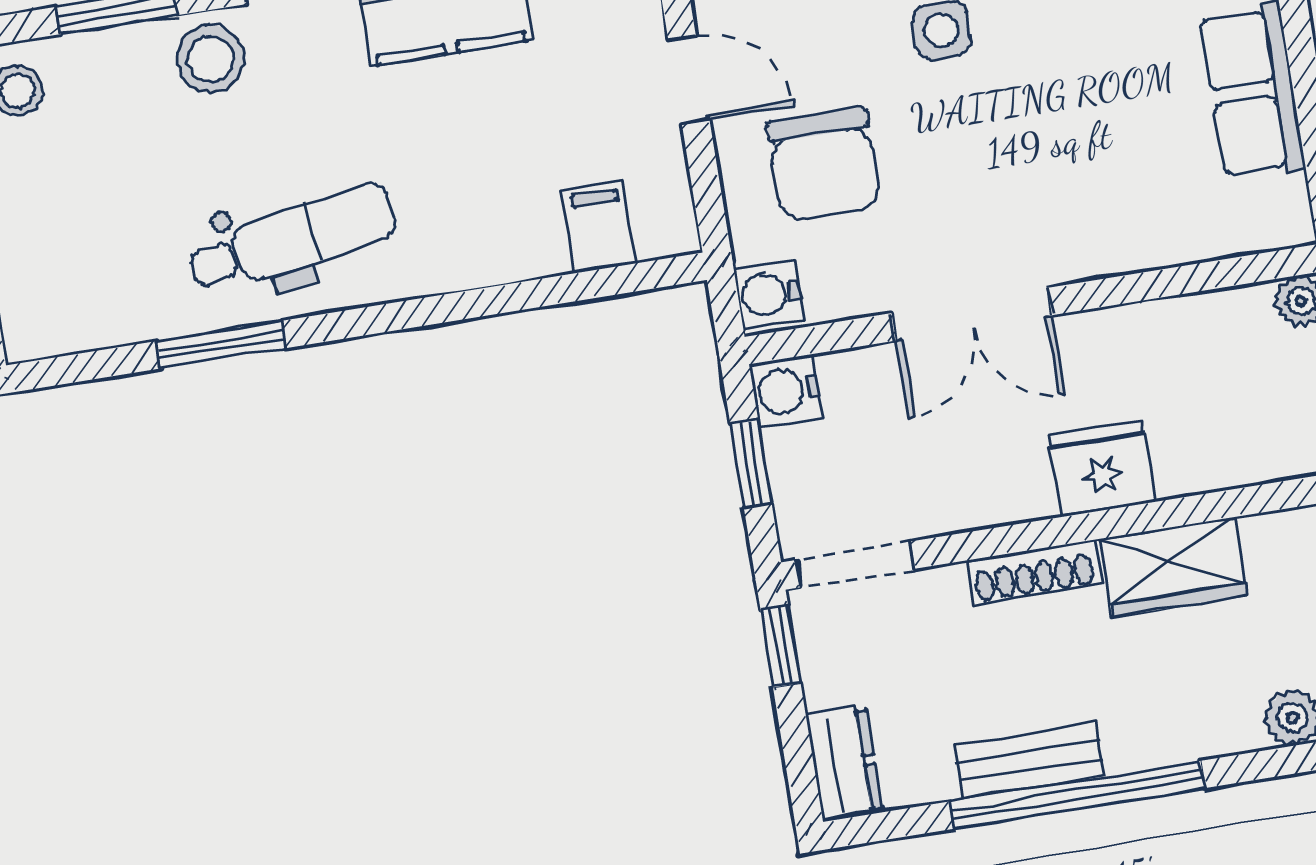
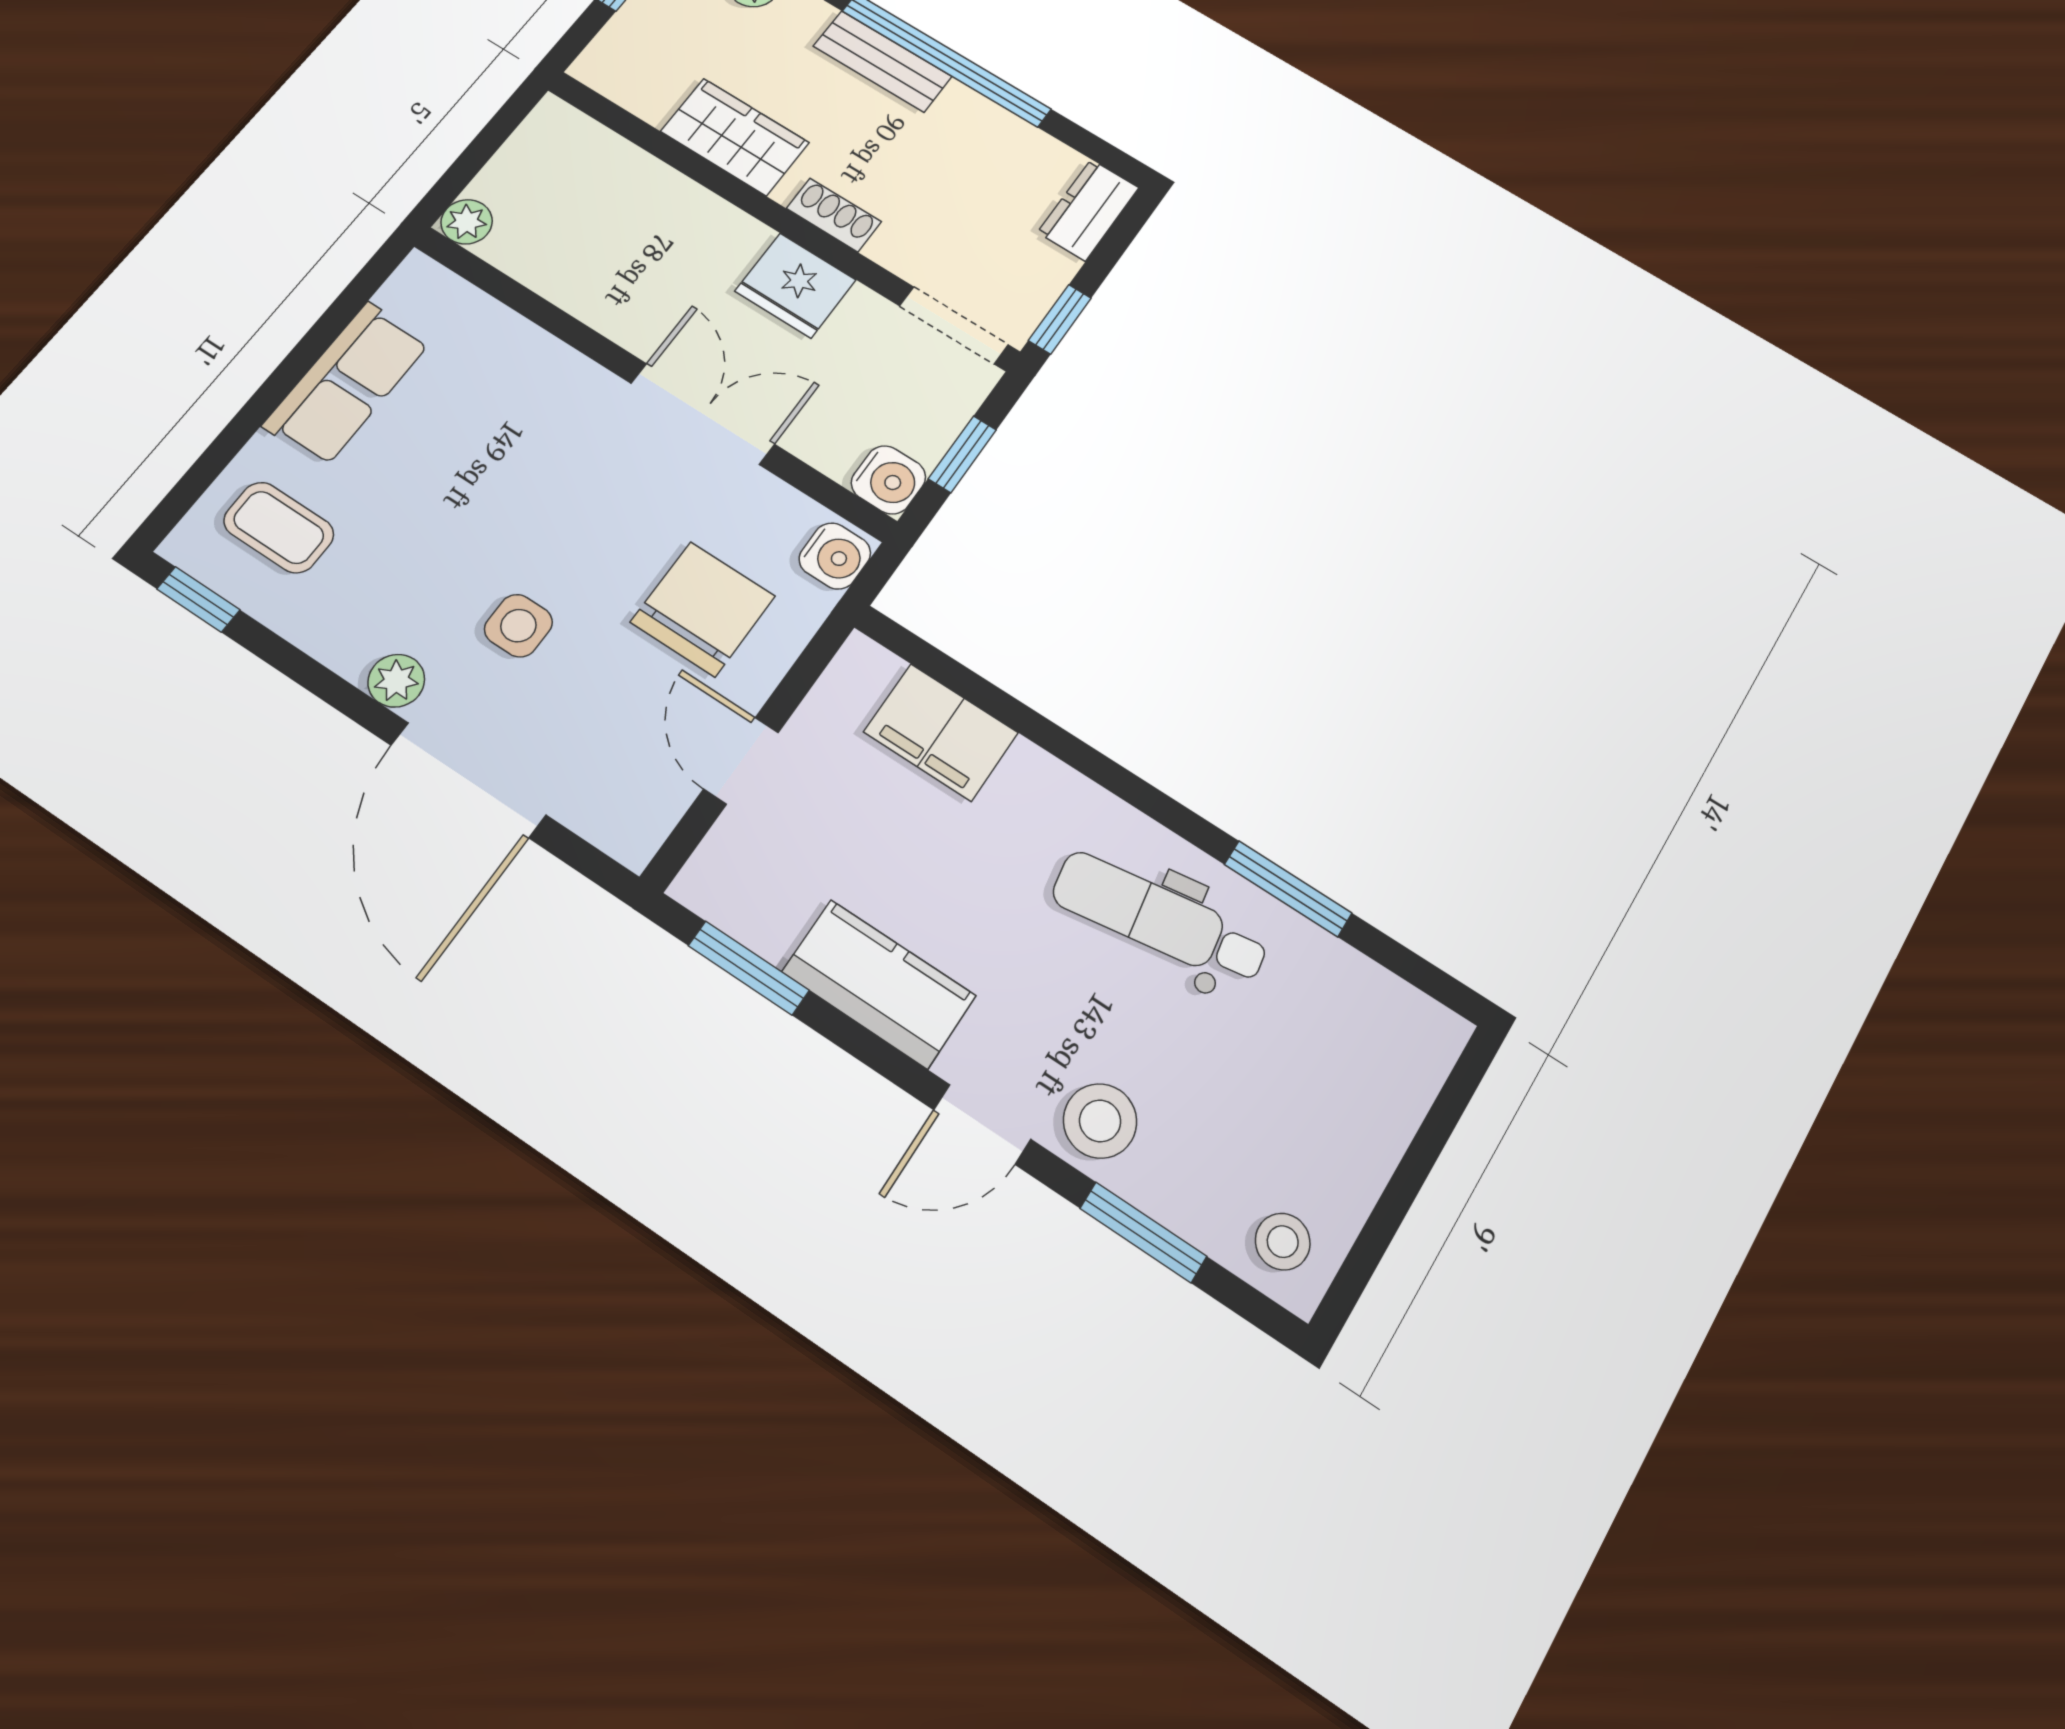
filing cabinet: (599, 227) -> (941, 732), width x2.00
fridge: (1102, 469) -> (795, 285), moved
shoe rack: (1033, 572) -> (834, 215), width x0.70
bench: (1029, 761) -> (883, 61), moved

